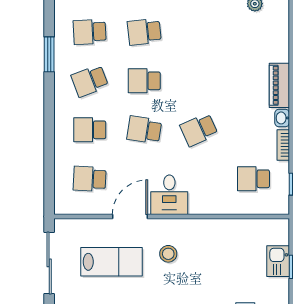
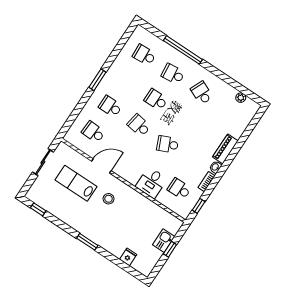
window: (49, 54) -> (97, 80), moved
school desk: (90, 81) -> (202, 93), moved, turned 45
desk: (169, 195) -> (151, 183), moved
lab bench: (112, 262) -> (76, 183), turned 180
sliding door: (49, 263) -> (43, 162), width x0.73

